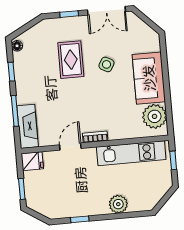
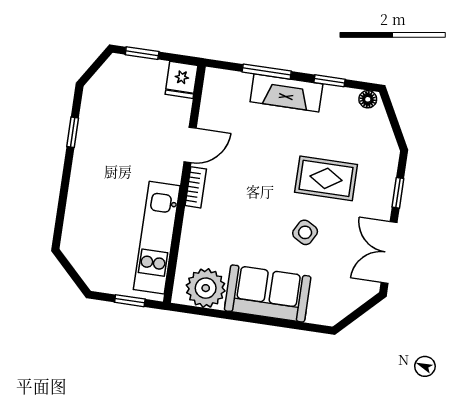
fireplace: (28, 126) -> (286, 93), moved
door: (70, 147) -> (190, 145), hinge flipped
plant: (118, 204) -> (82, 198), removed

